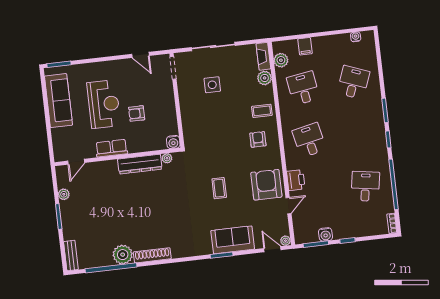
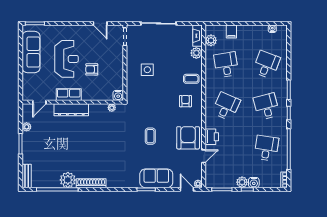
side table: (212, 85) -> (147, 70), moved
desk: (359, 134) -> (266, 106), added
desk: (309, 140) -> (226, 106), turned 36
dresser: (140, 164) -> (71, 110), moved
plant: (340, 232) -> (242, 182), added
water cooler: (326, 234) -> (254, 183), moved

